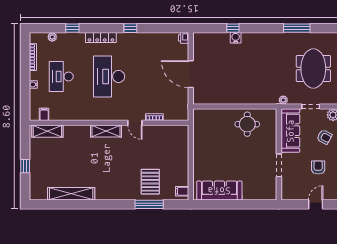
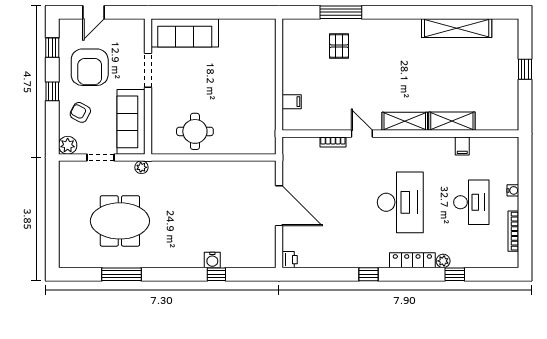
plant: (52, 37) -> (443, 261), moved
meeting table: (313, 69) -> (120, 221), moved, turned 90
filing cabinet: (44, 114) -> (462, 146), moved
shelving: (47, 131) -> (452, 121), moved
armchair: (318, 167) -> (90, 67), width x1.88, depth x1.88
pallet: (150, 182) -> (339, 46), width x0.67, depth x0.71
filing cabinet: (182, 191) -> (292, 102), moved
sofa: (219, 191) -> (185, 33), moved

